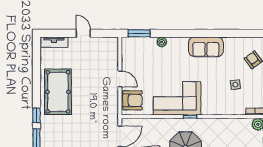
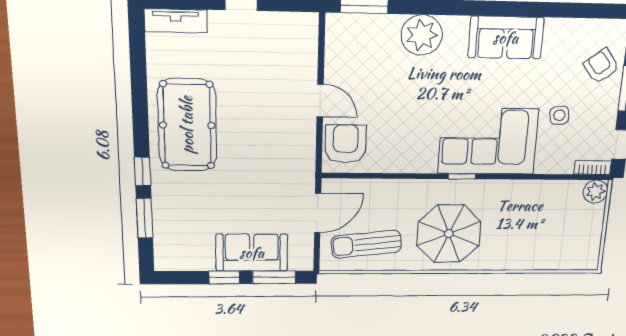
plant: (162, 42) -> (422, 35), width x1.87, depth x1.87
corner sofa: (177, 98) -> (488, 141), moved
armchair: (132, 100) -> (346, 144), turned -90

